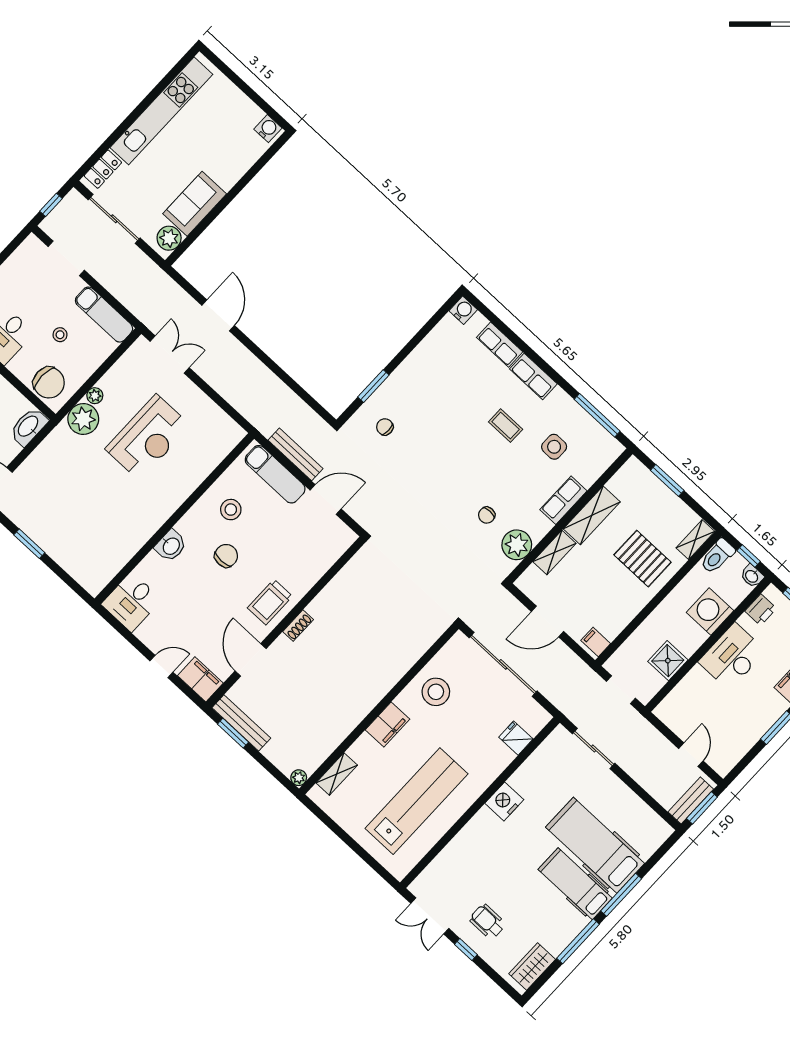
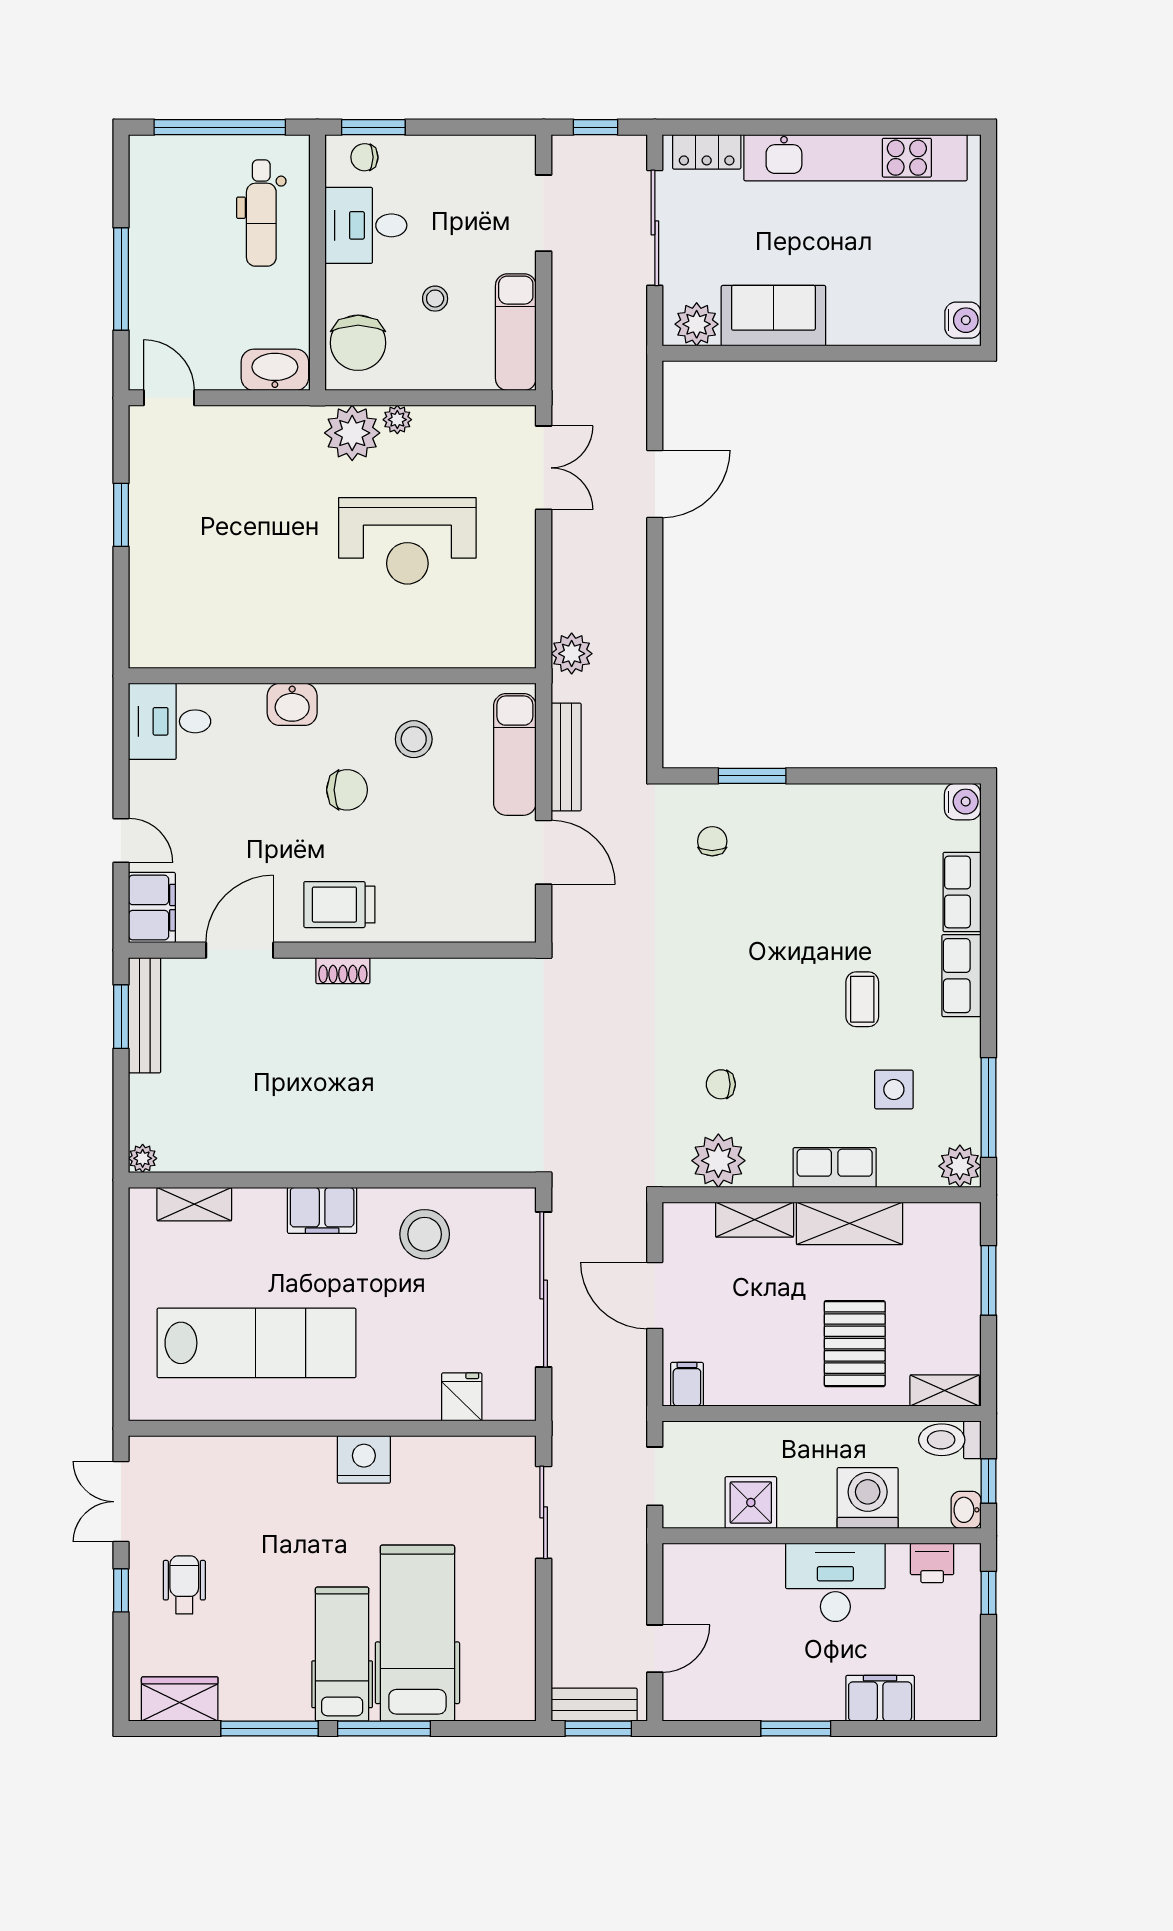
plant: (256, 413) -> (572, 654), added
plant: (610, 449) -> (960, 1166), added

